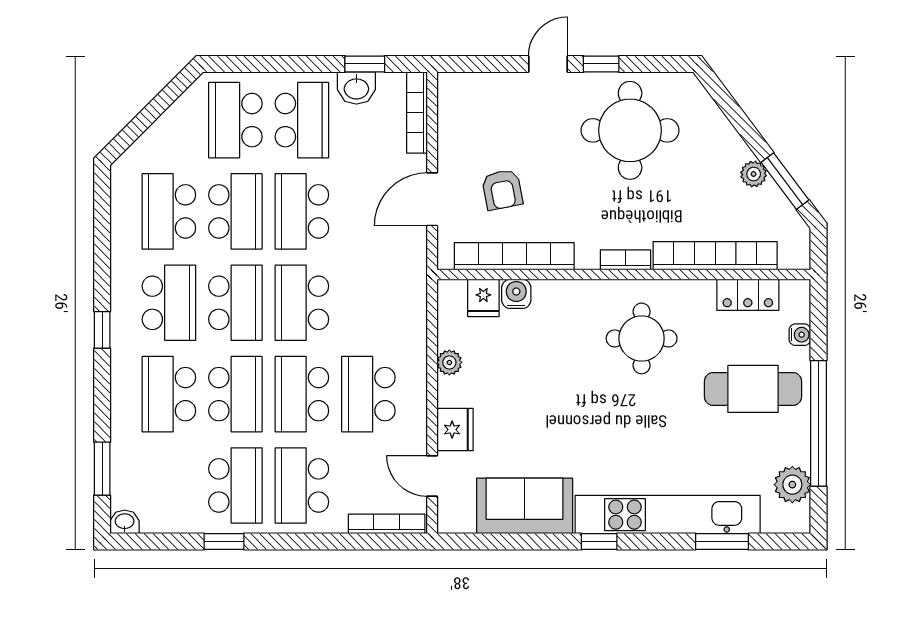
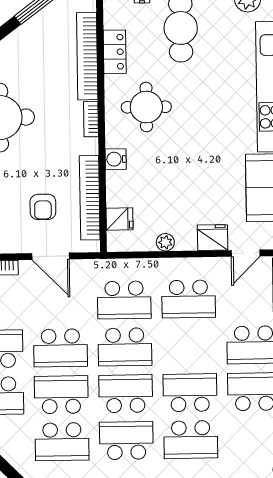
plant: (754, 174) -> (29, 30), removed
armchair: (502, 190) -> (43, 207), turned 101
water cooler: (516, 294) -> (116, 159), moved
locker: (748, 295) -> (115, 52), moved
school desk: (302, 394) -> (124, 300), moved

